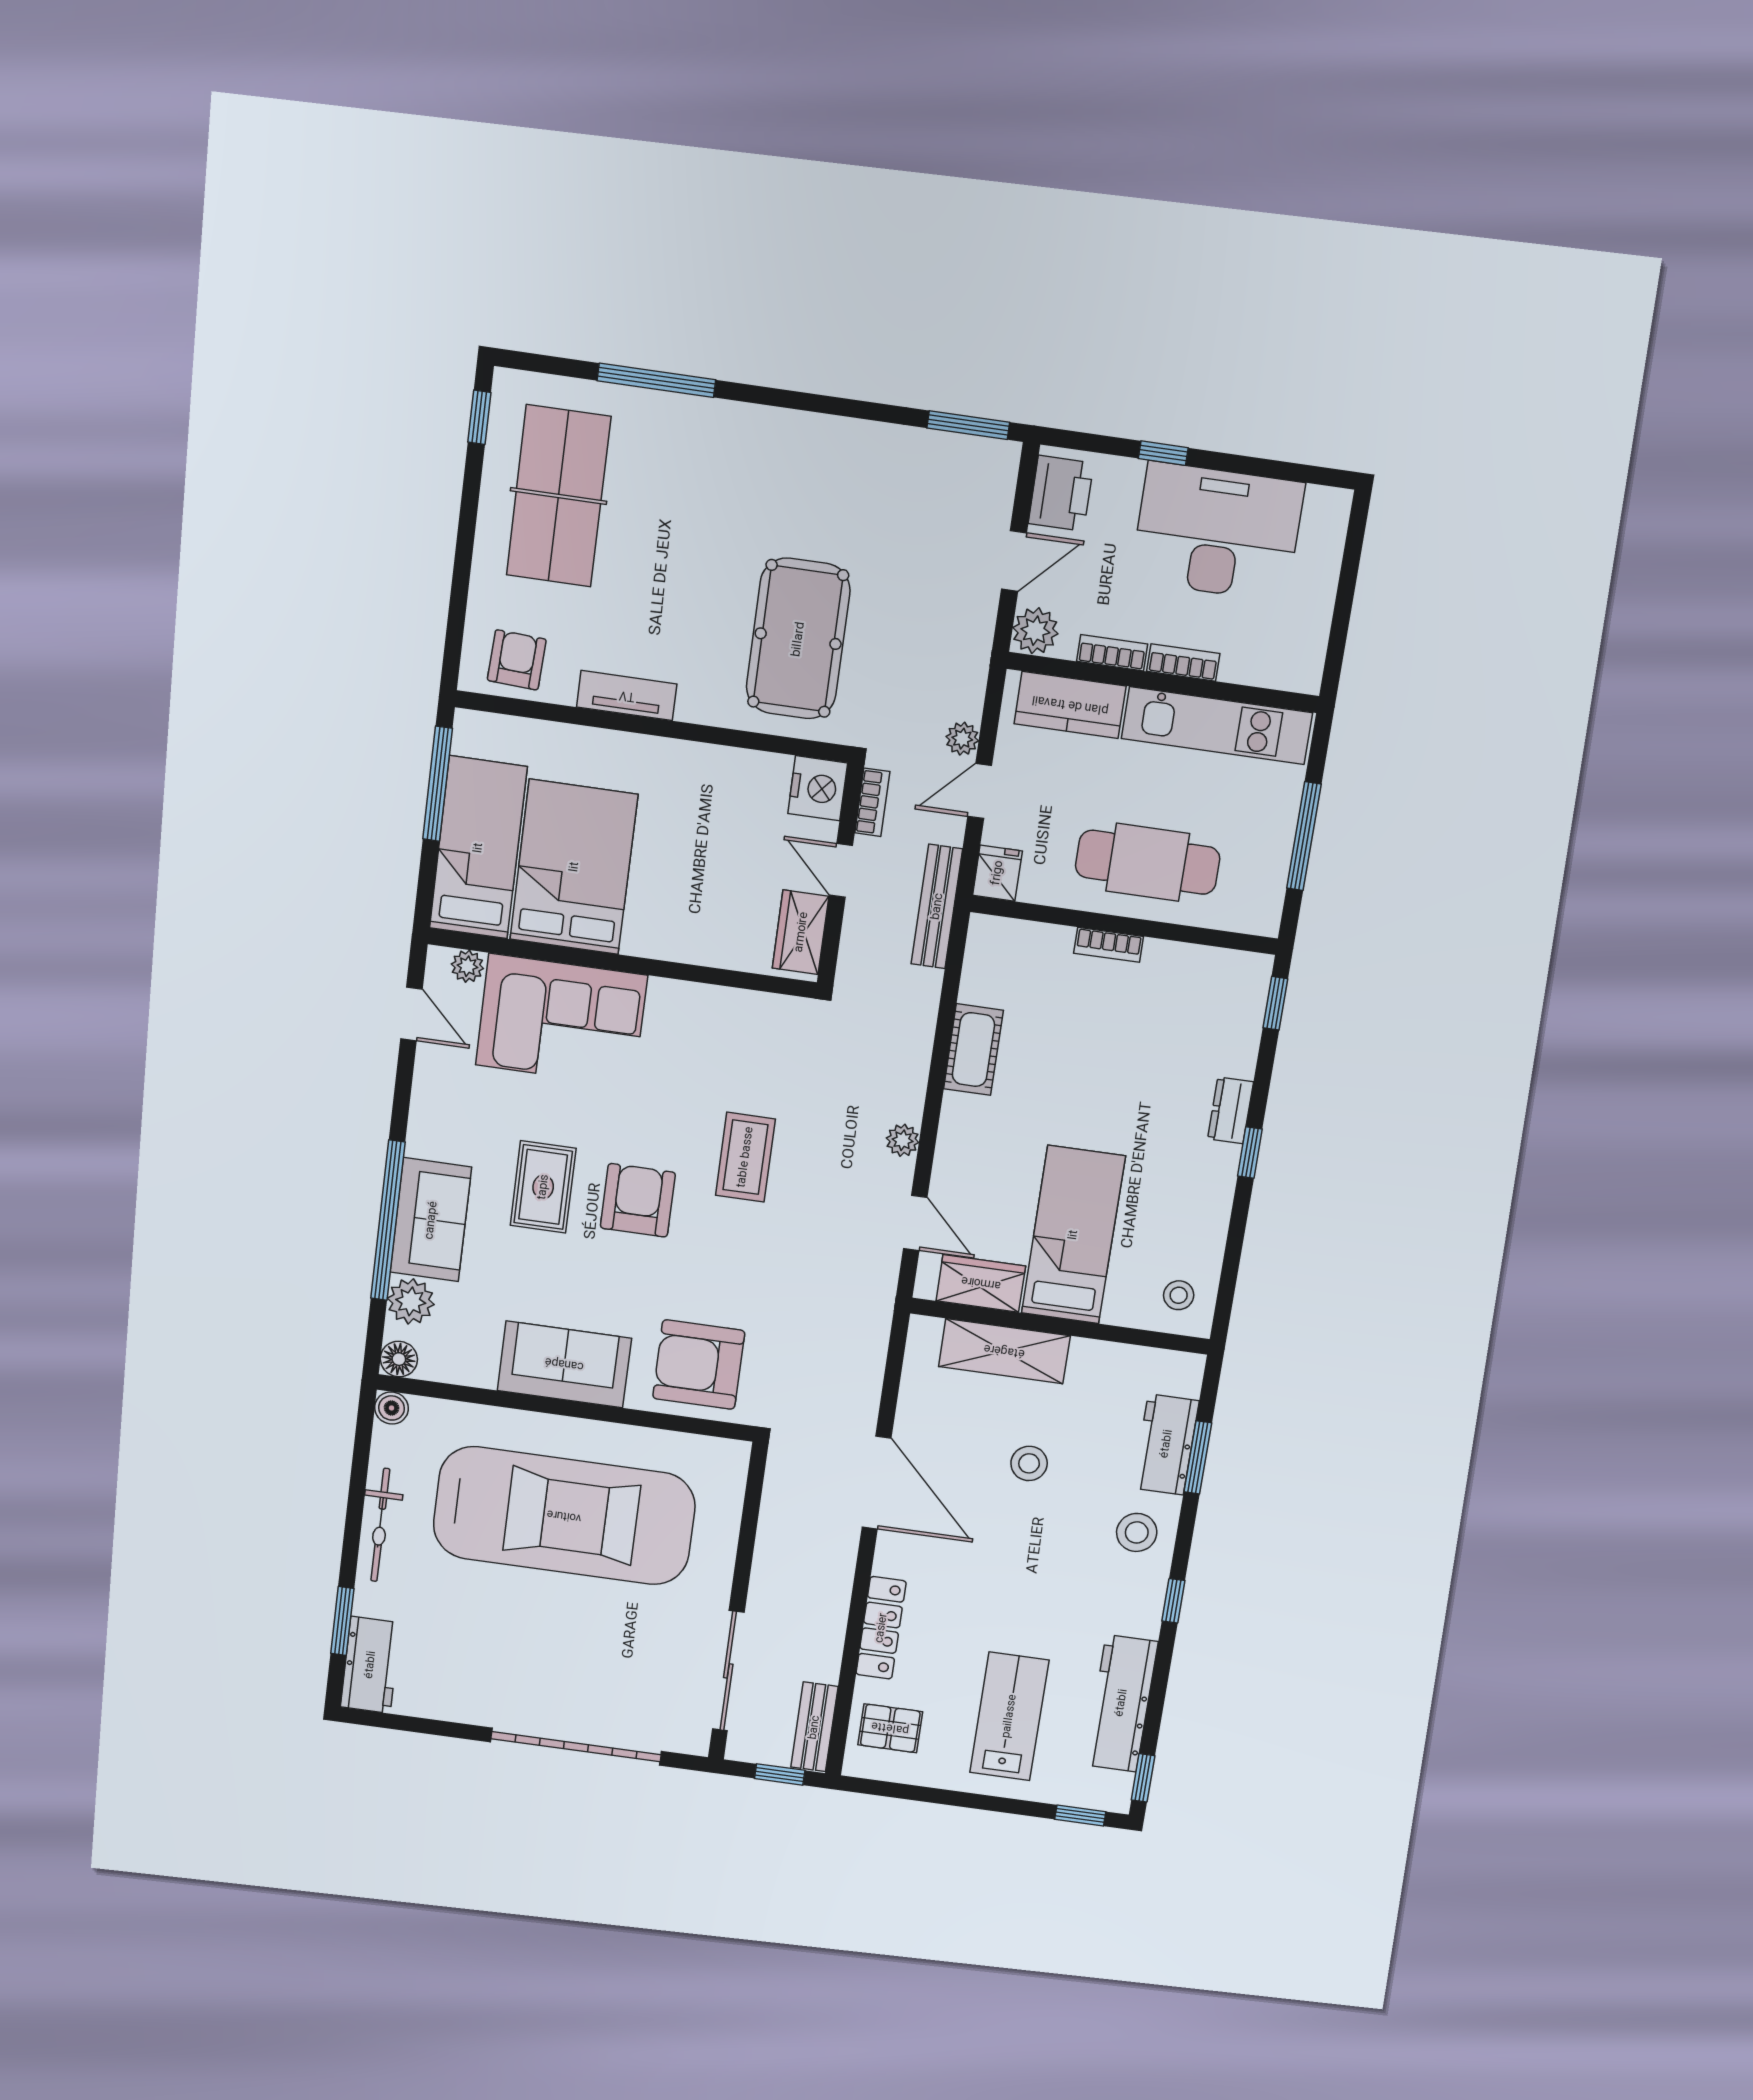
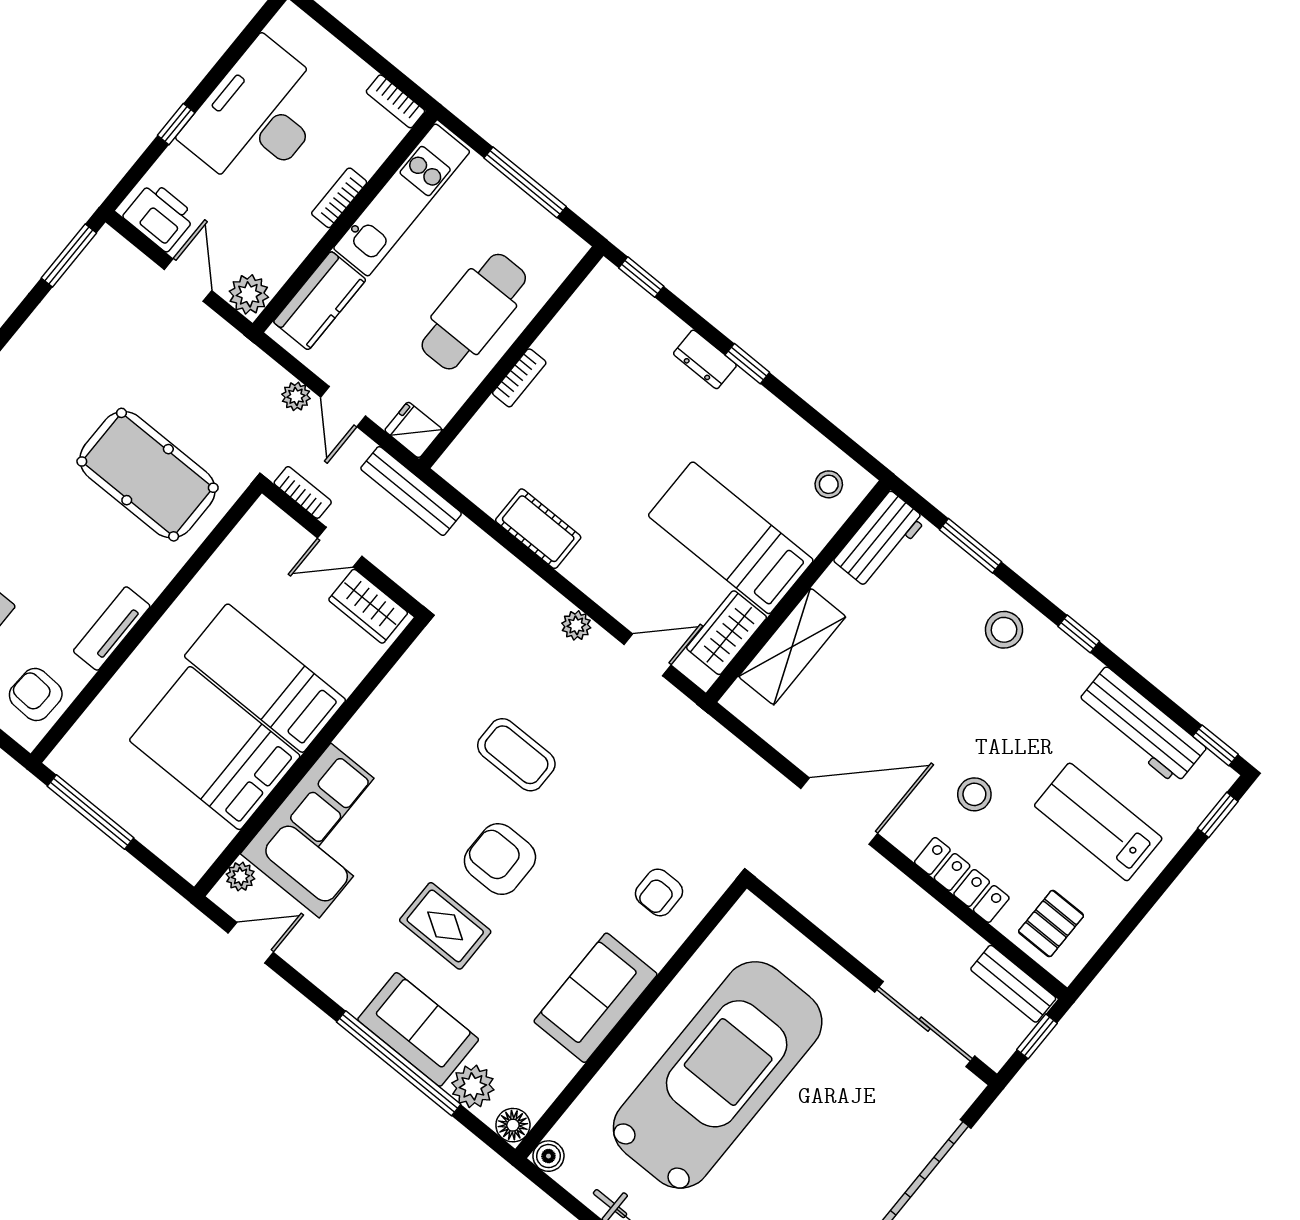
bookcase: (1112, 653) -> (395, 101), moved, turned -90
nightstand: (818, 788) -> (267, 527), removed
bed: (478, 848) -> (265, 678), moved
armchair: (699, 1365) -> (659, 892), width x0.53, depth x0.53
workbench: (1166, 1444) -> (880, 540), moved, turned -90
stool: (1029, 1463) -> (974, 794), moved

